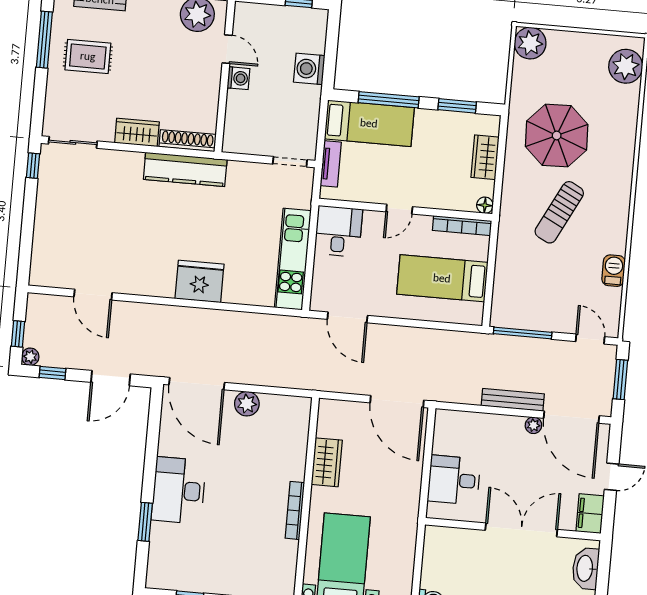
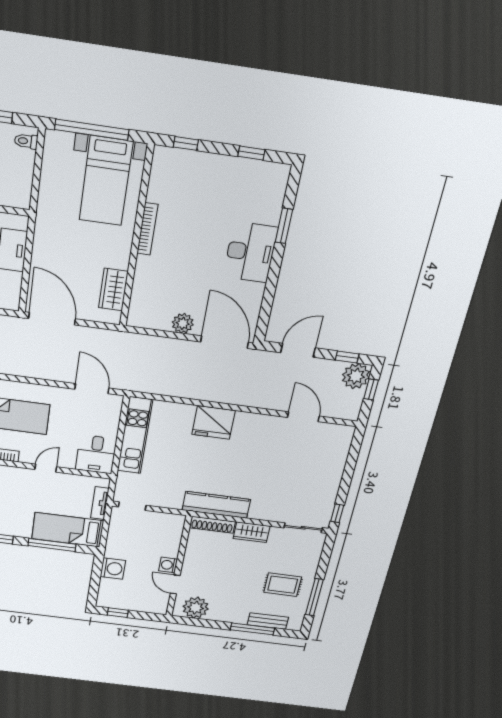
plant: (30, 357) -> (356, 376), width x1.88, depth x1.88
wardrobe: (327, 462) -> (113, 290), moved

